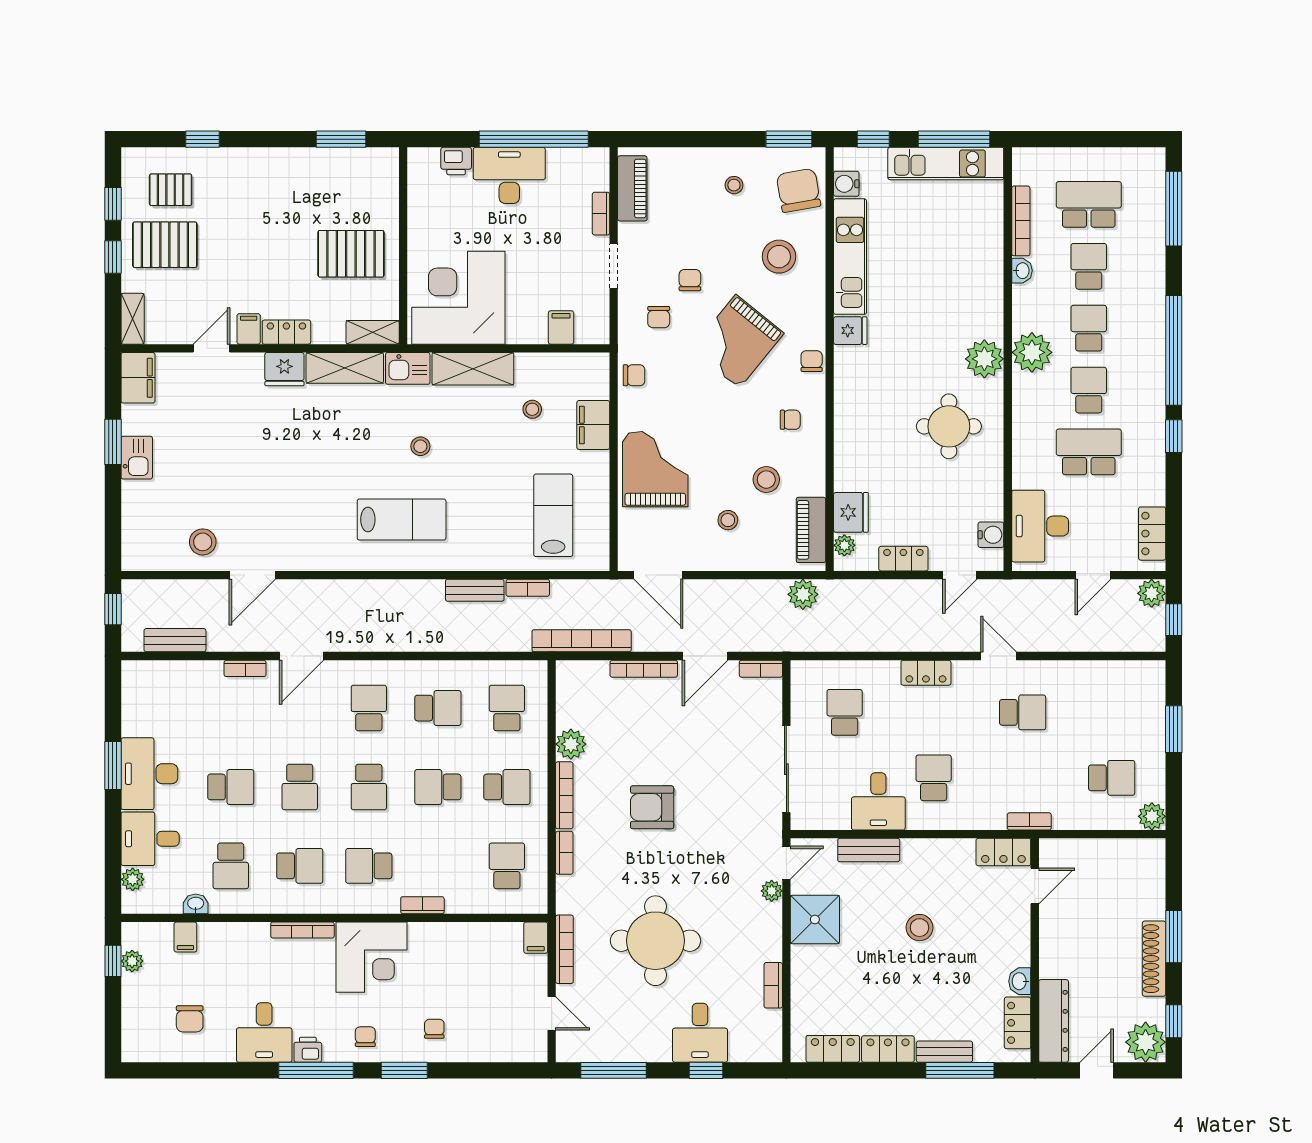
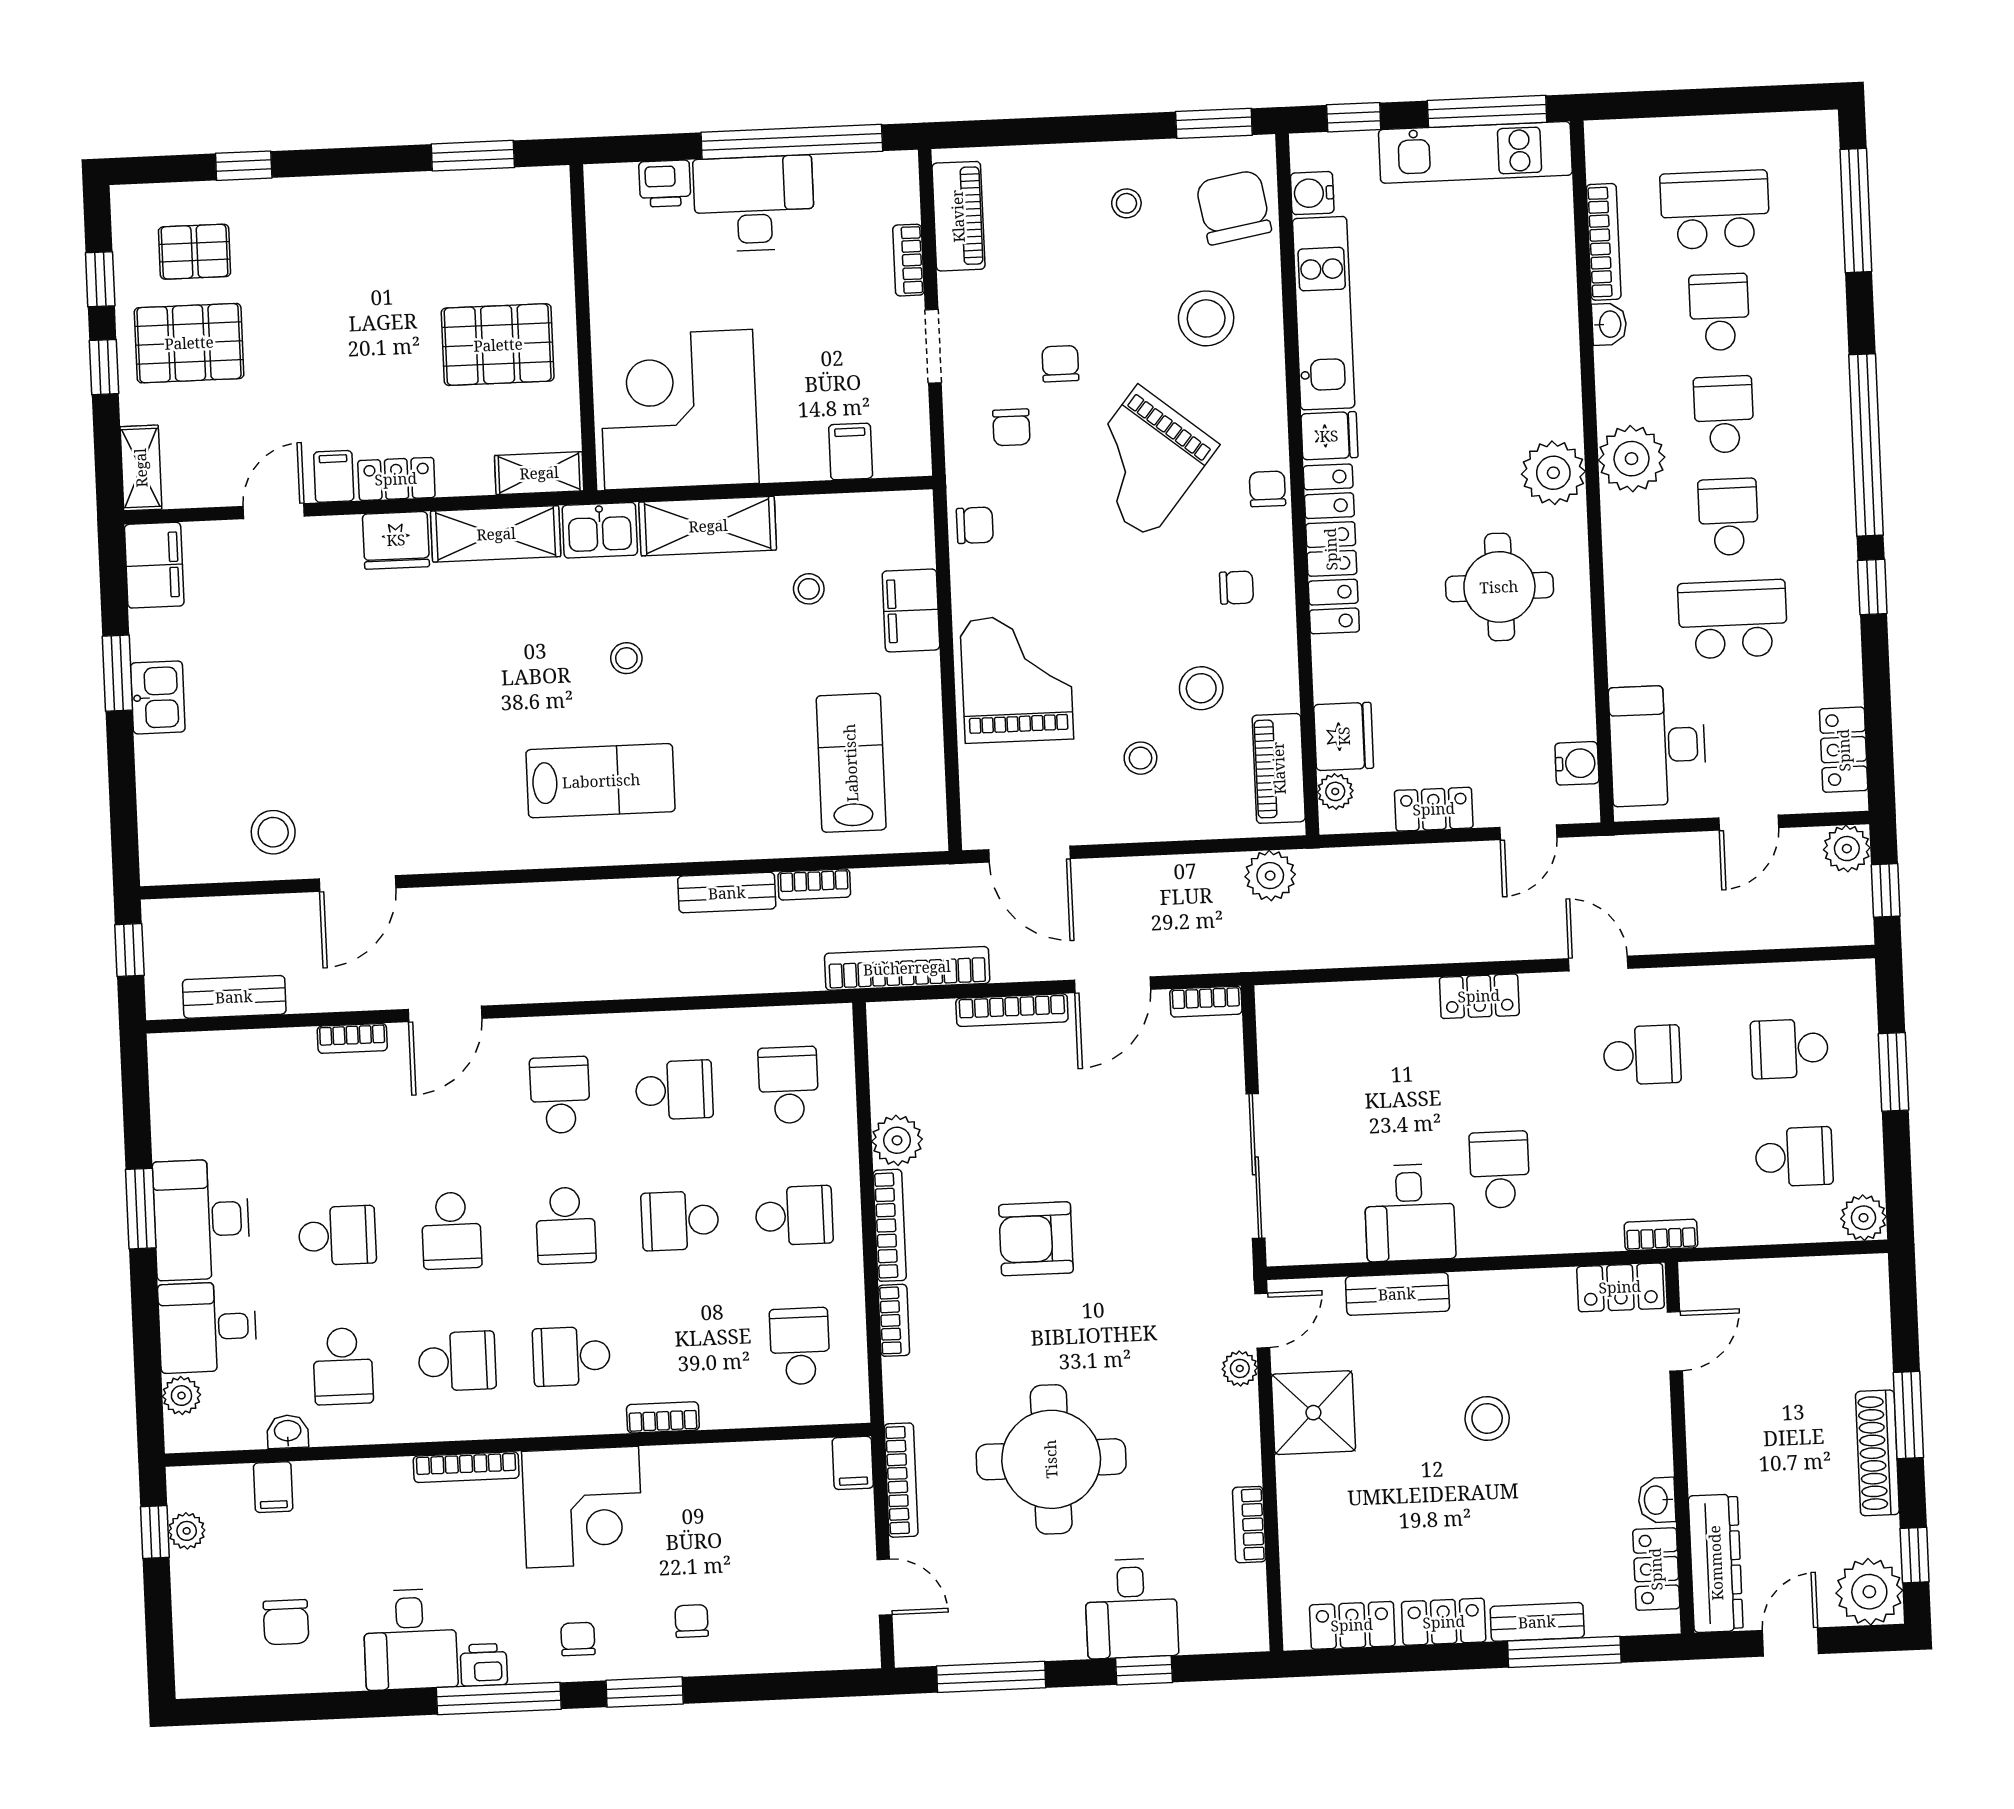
locker: (848, 399) -> (1331, 549), added
school desk: (845, 712) -> (1789, 1049), moved, turned -90

